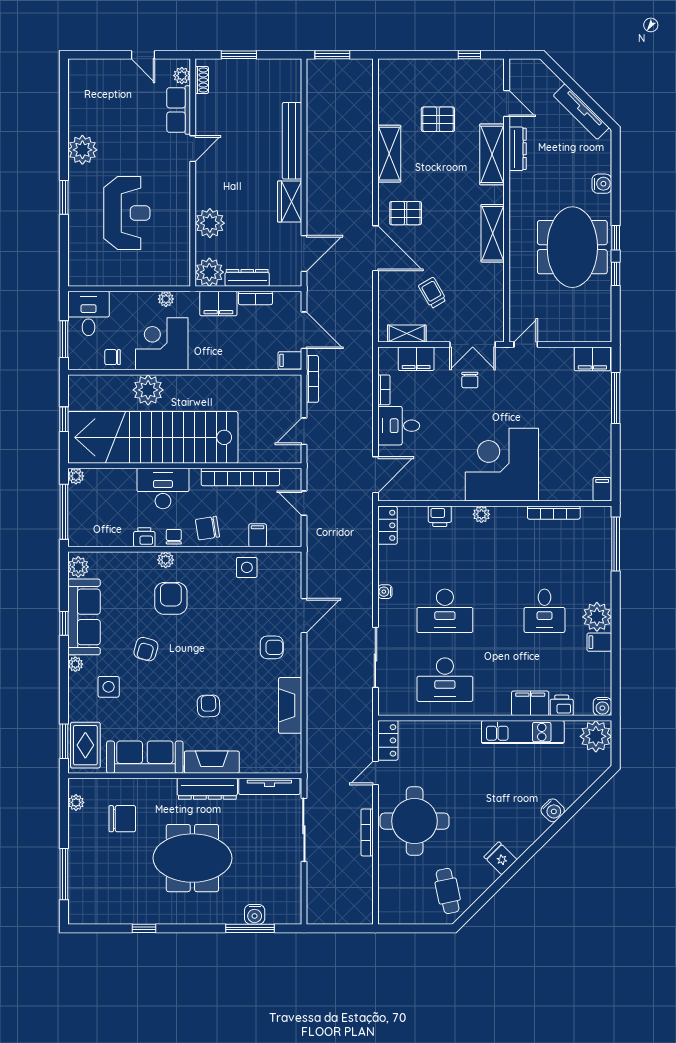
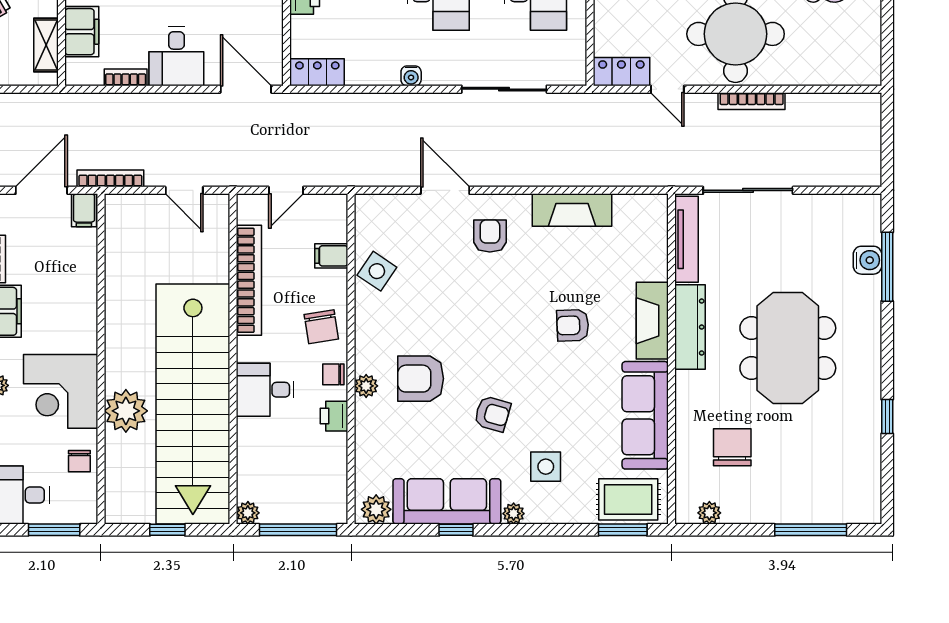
desk: (163, 488) -> (265, 390), width x0.73
side table: (247, 567) -> (377, 271), turned 34

